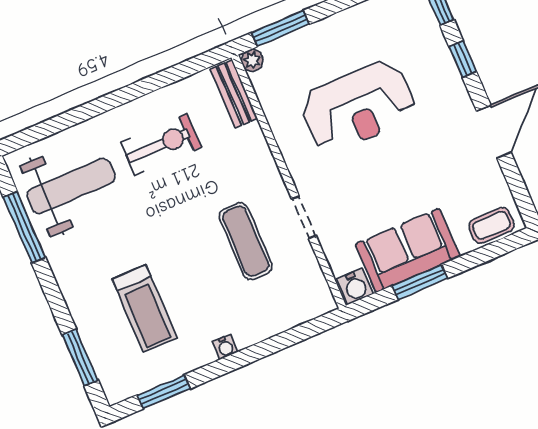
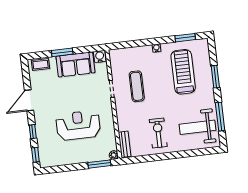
exercise bike: (161, 144) -> (158, 133), turned 90
window: (420, 282) -> (62, 52), moved
treadmill: (145, 309) -> (183, 72), width x1.37, depth x1.38
window: (80, 358) -> (215, 77), moved

